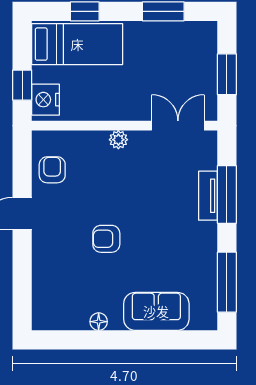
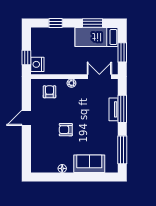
bed: (77, 44) -> (97, 37), moved, turned 180
armchair: (52, 170) -> (49, 92), moved

